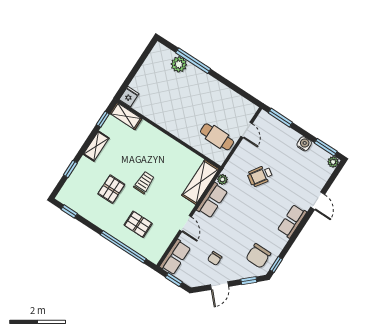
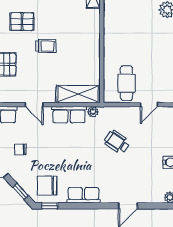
row of seats: (292, 221) -> (83, 195), moved
door: (185, 223) -> (34, 105), hinge flipped

